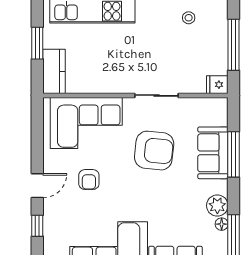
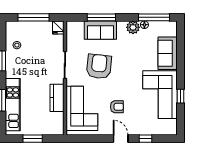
kitchen counter: (54, 71) -> (57, 98), moved, turned -90

